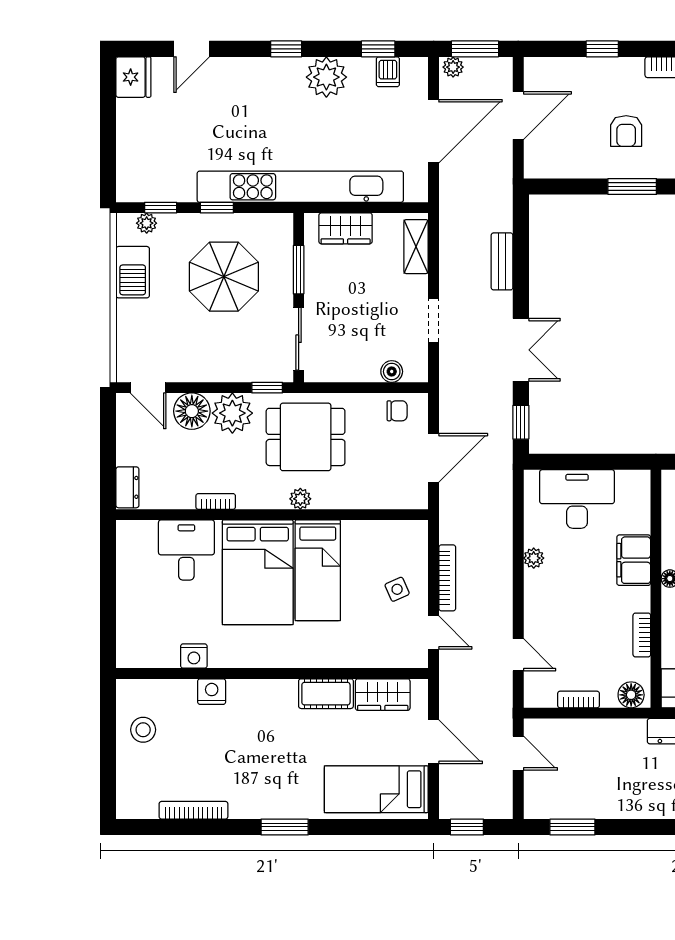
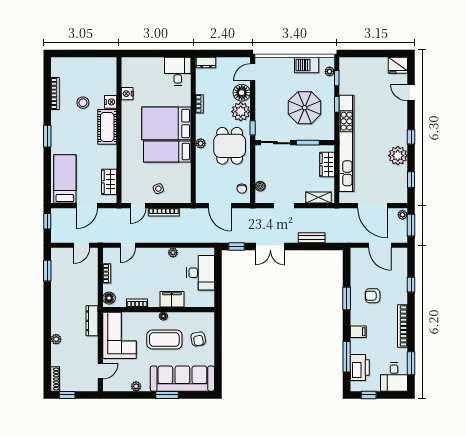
dishwasher: (388, 72) -> (400, 184), removed
desk: (186, 550) -> (178, 71), moved, turned -90
cot: (326, 694) -> (107, 127), moved, width x1.37, depth x1.34
stool: (143, 730) -> (83, 103), moved

